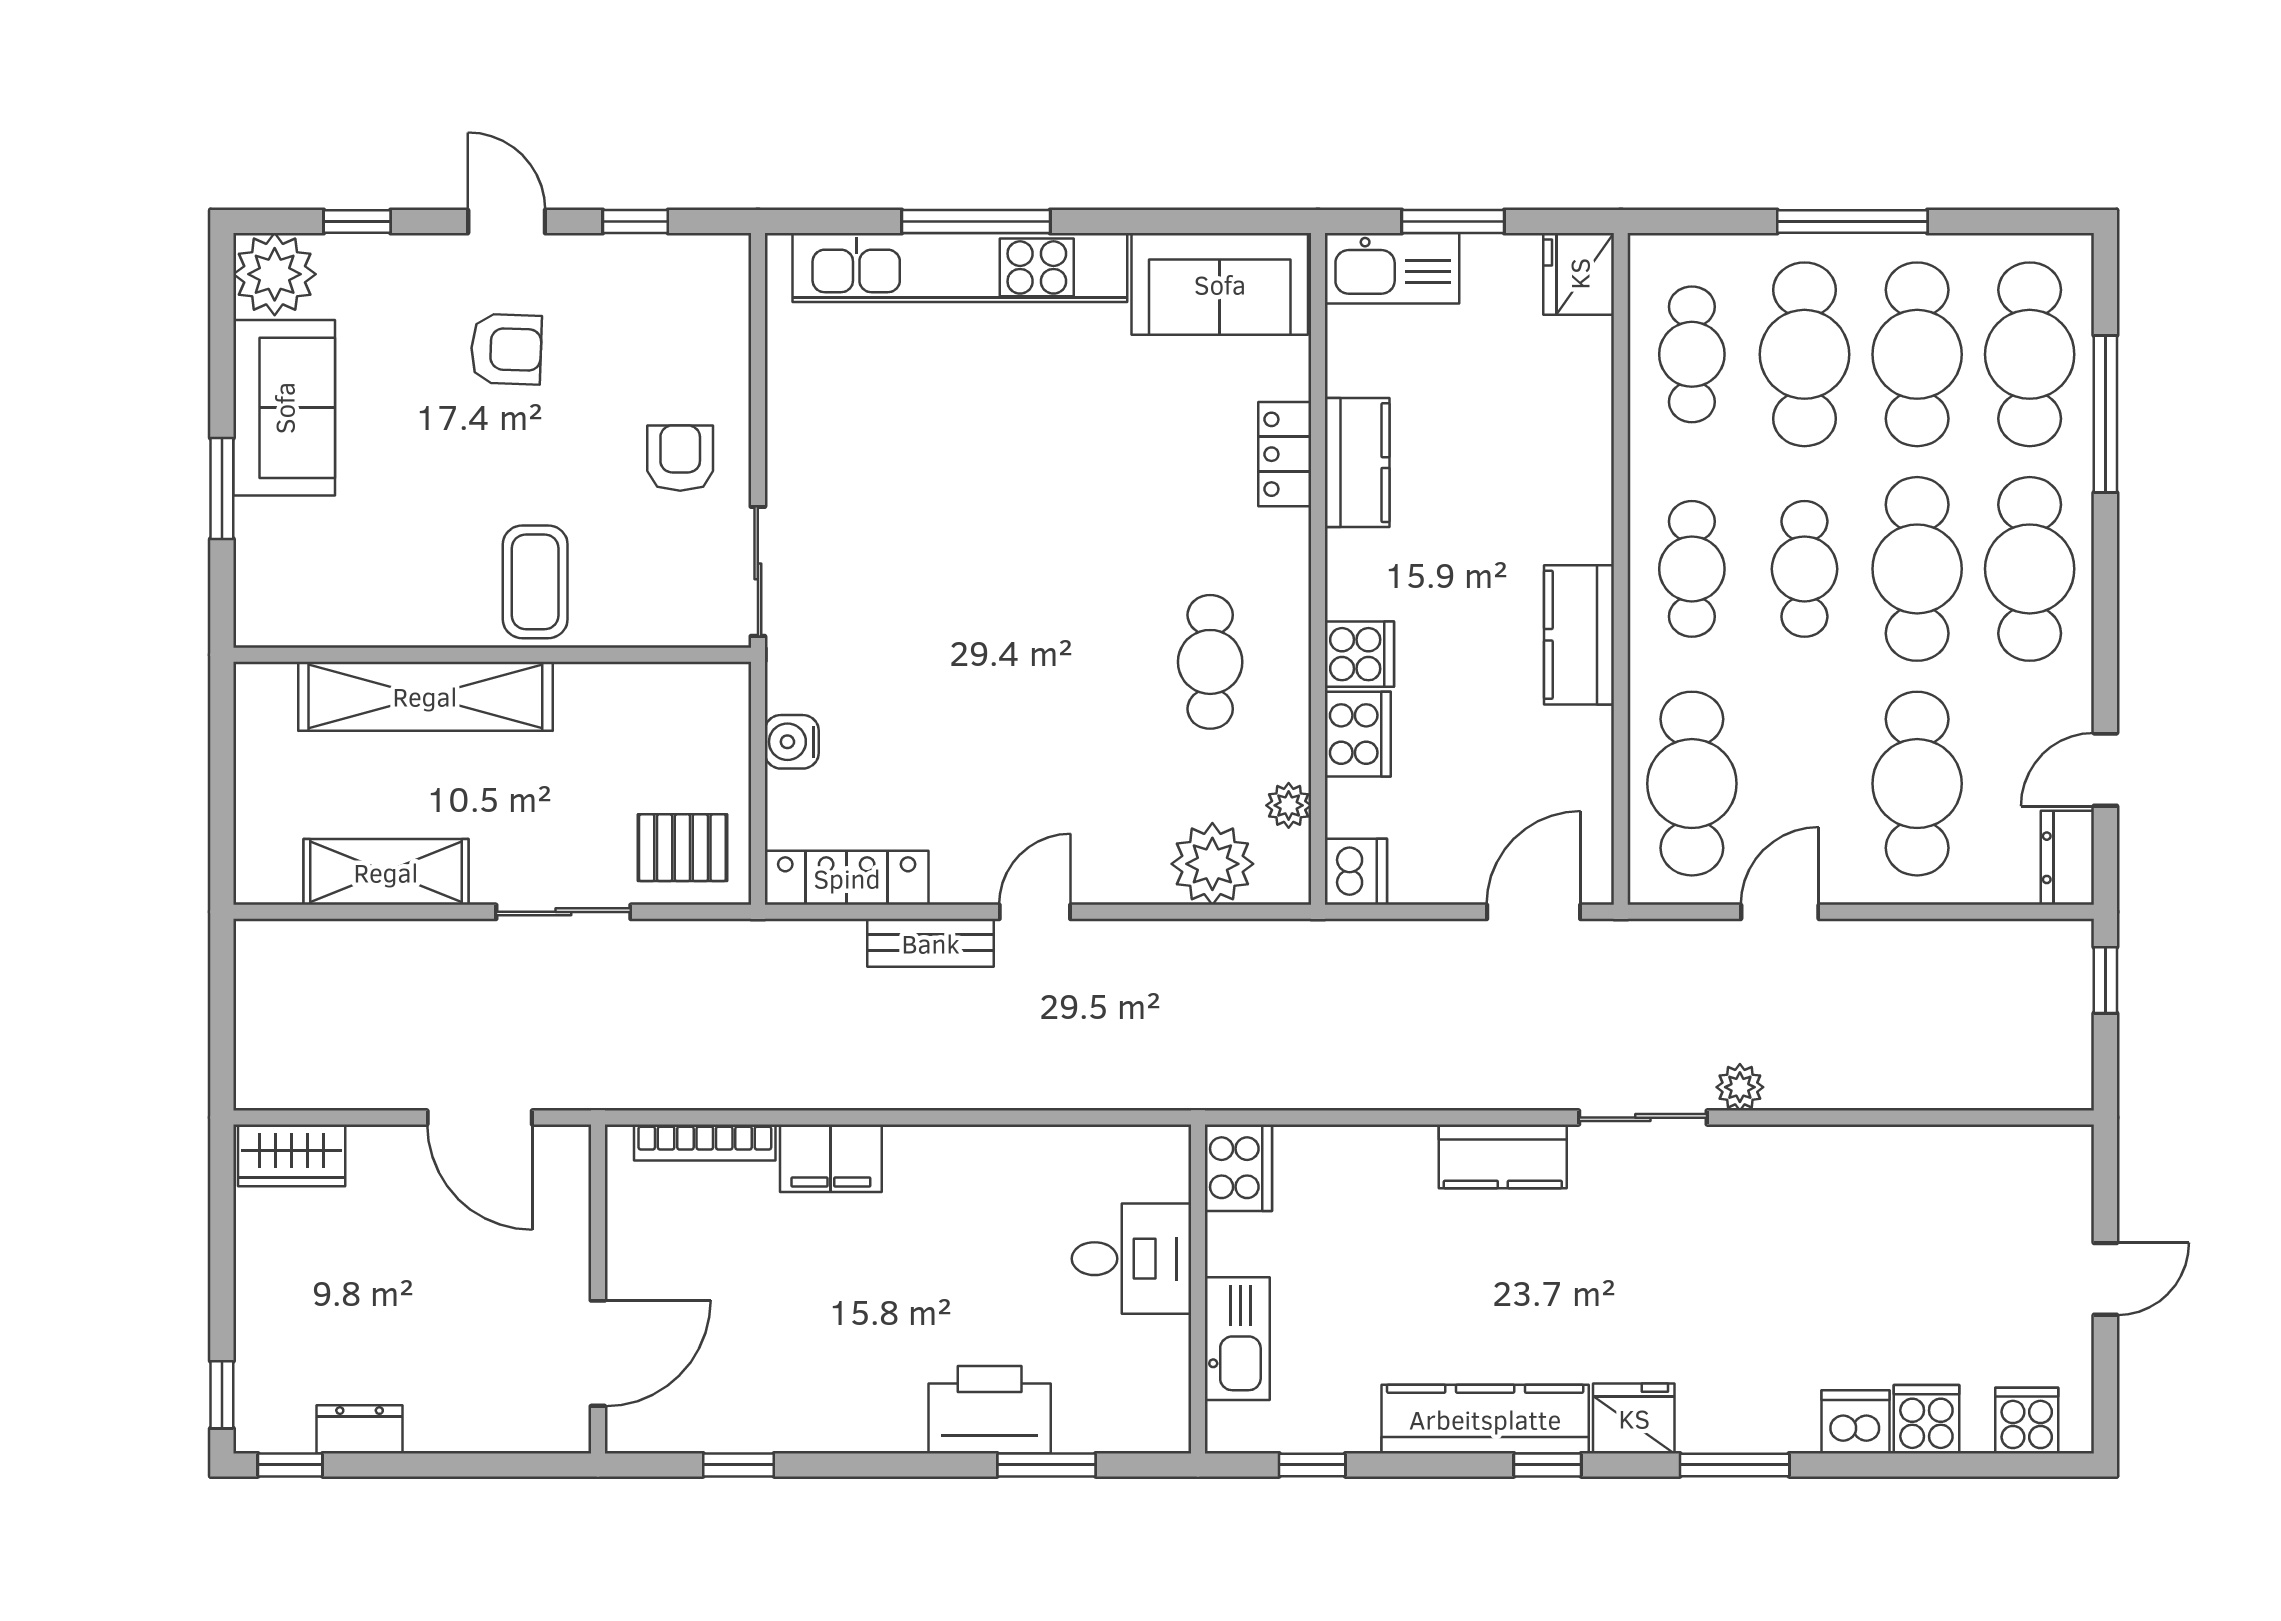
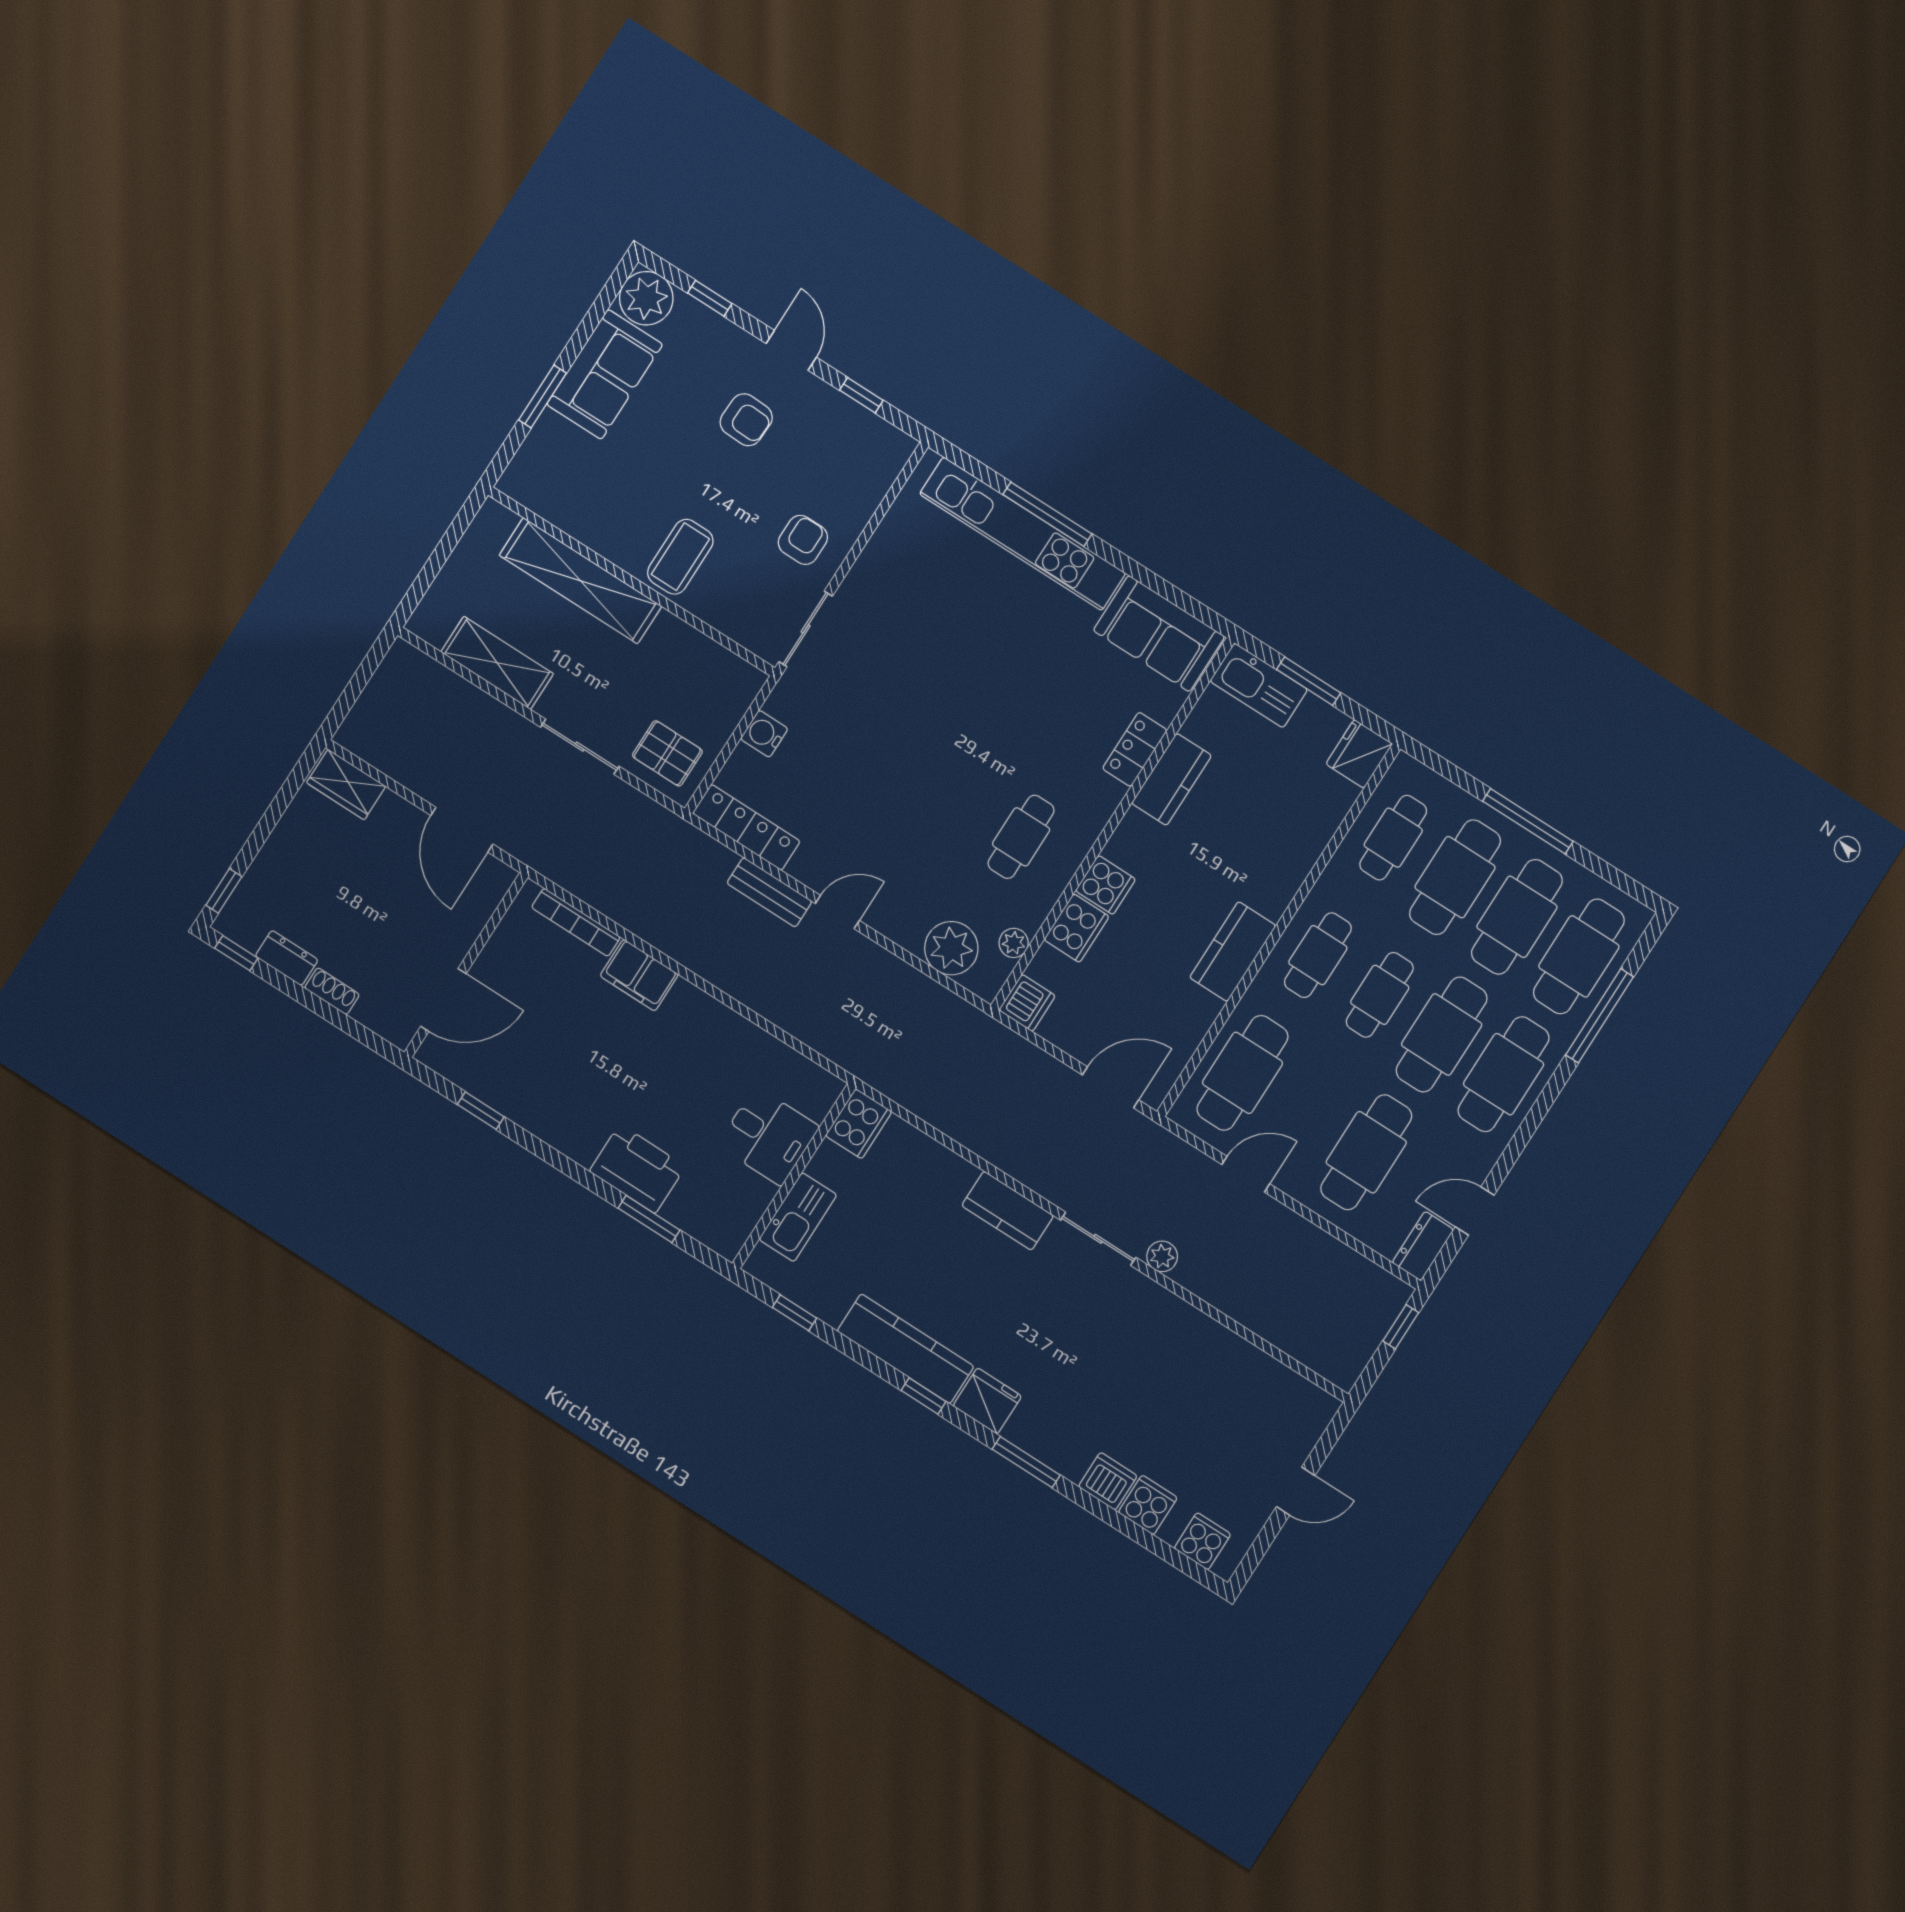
shoe rack: (446, 1435) -> (332, 991), added

